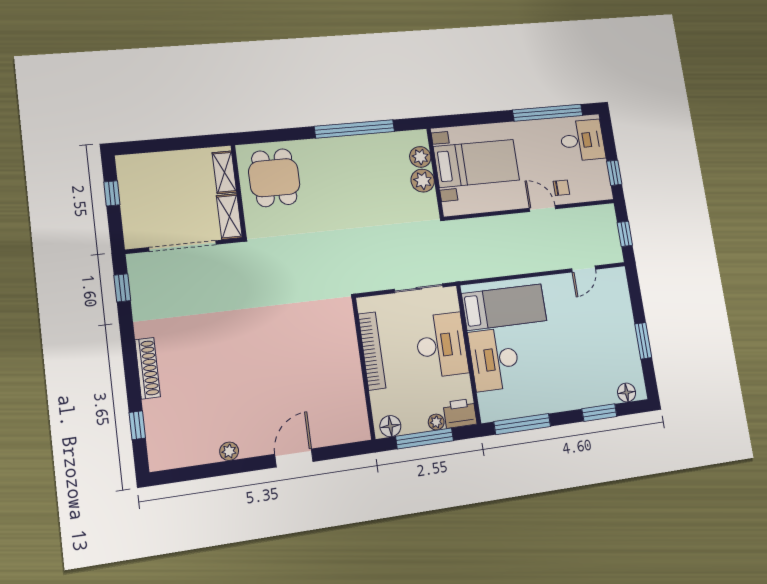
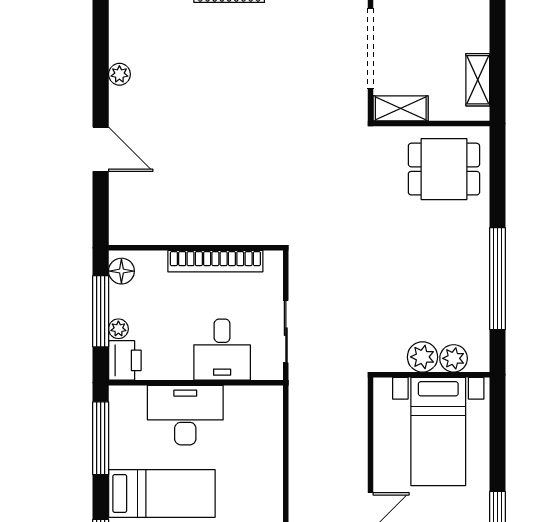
shelving: (224, 172) -> (478, 80), moved, turned 90
bed: (504, 307) -> (162, 494), moved, turned -90
desk: (441, 345) -> (222, 350), width x0.73

